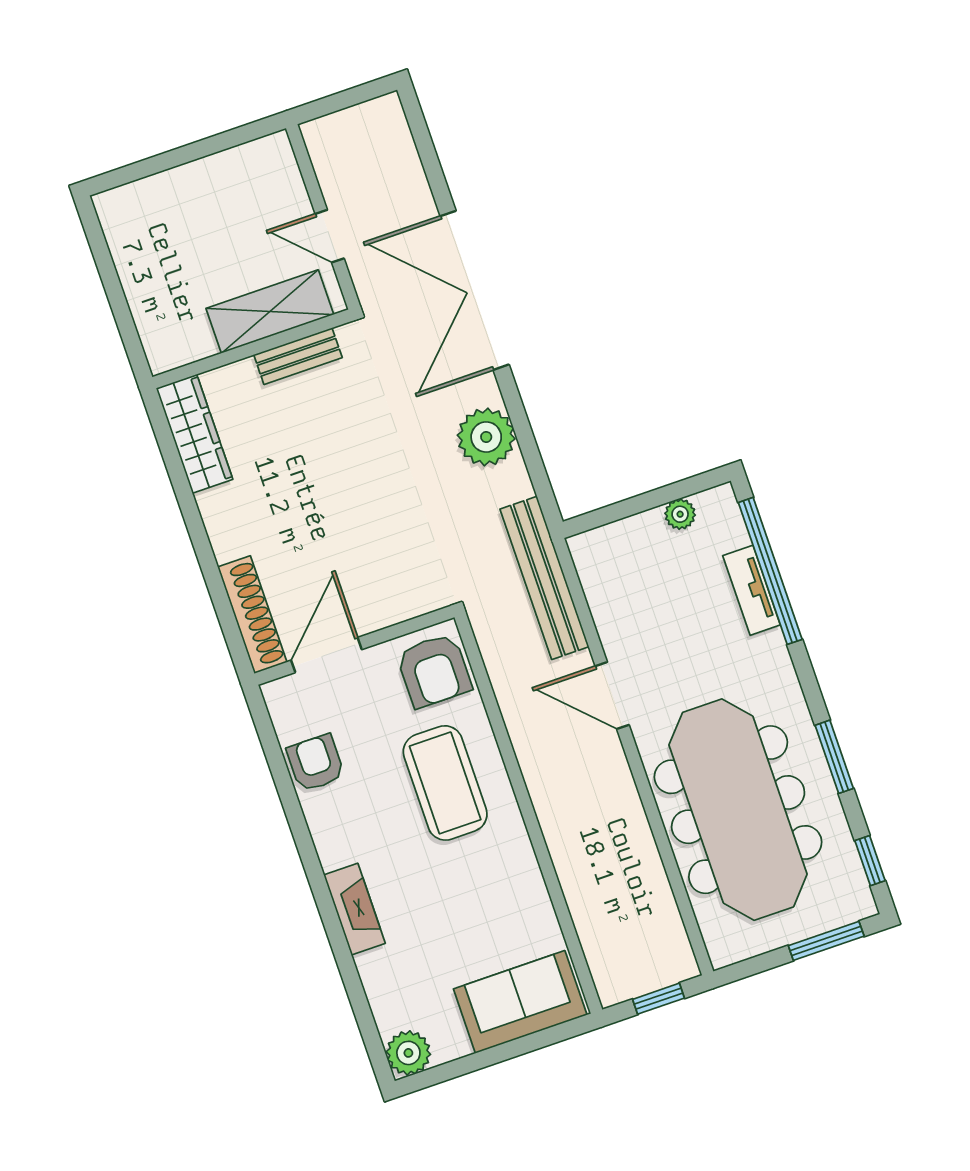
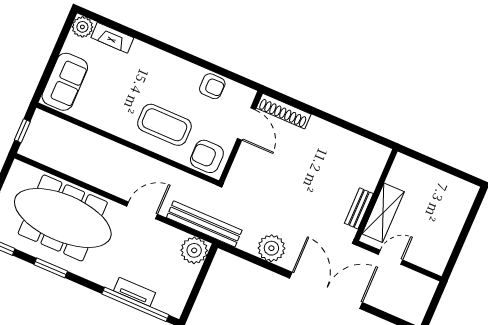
wardrobe: (194, 434) -> (365, 148), removed
plant: (680, 514) -> (194, 250), moved, width x1.87, depth x1.87
fireplace: (355, 909) -> (112, 38), moved

